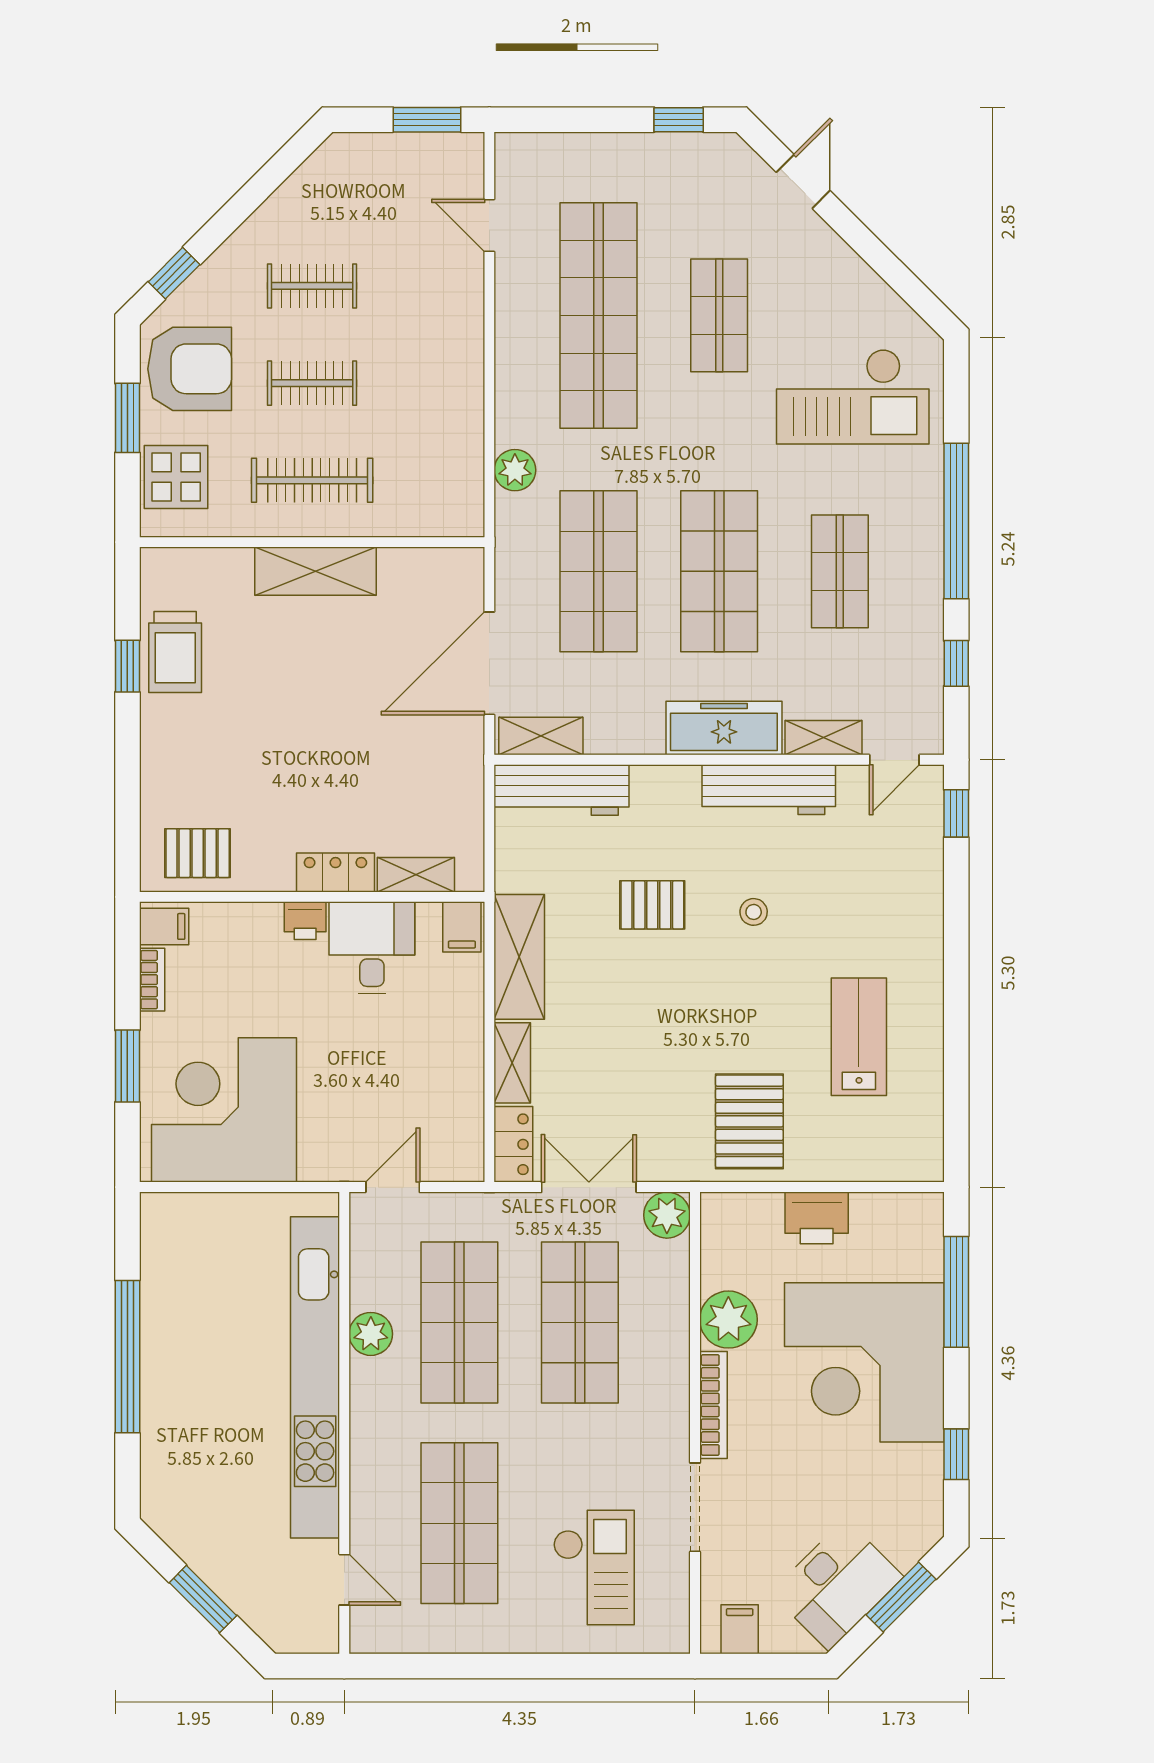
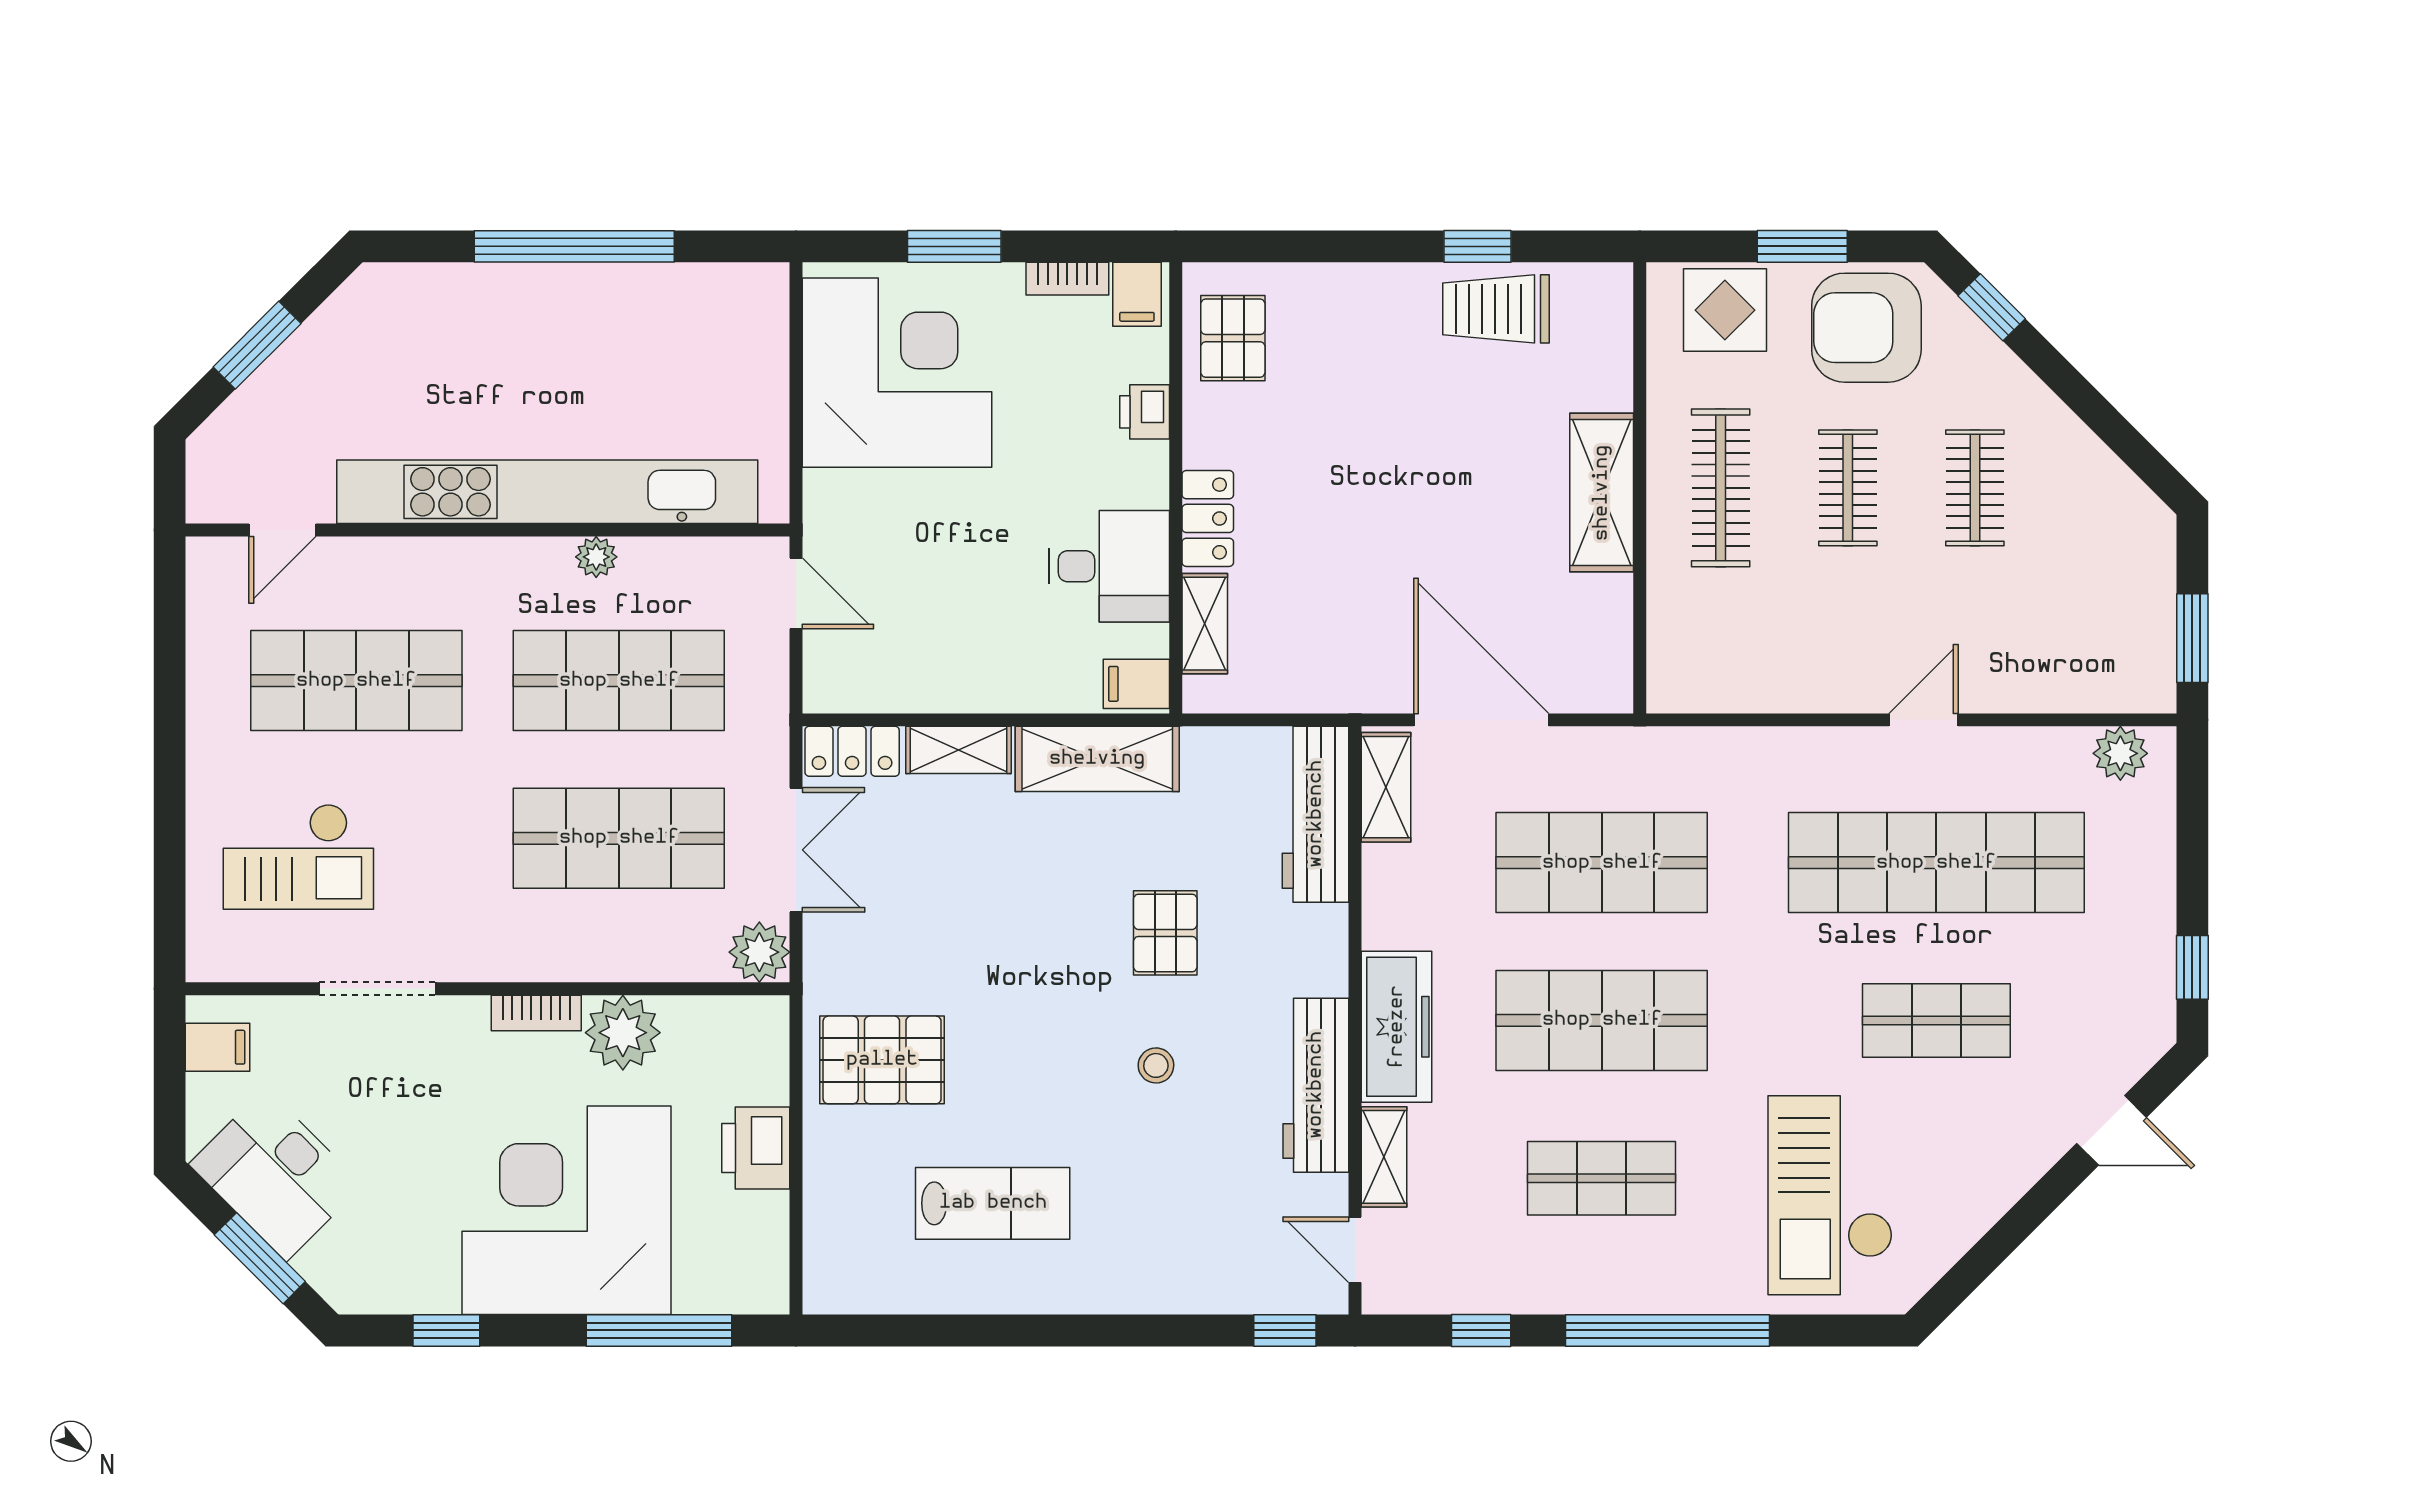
door: (489, 225) -> (1924, 720), moved
armchair: (190, 369) -> (1866, 328), turned 90
plant: (515, 470) -> (2120, 753), moved
printer: (305, 921) -> (1145, 412), moved
plant: (371, 1334) -> (596, 557), width x0.73, depth x0.73
bookcase: (714, 1405) -> (536, 1013), width x0.64

